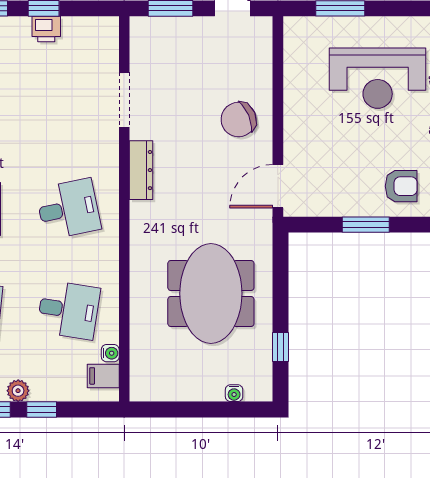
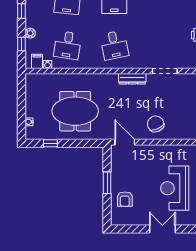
plant: (18, 391) -> (30, 33), moved
window: (42, 410) -> (21, 44), moved

